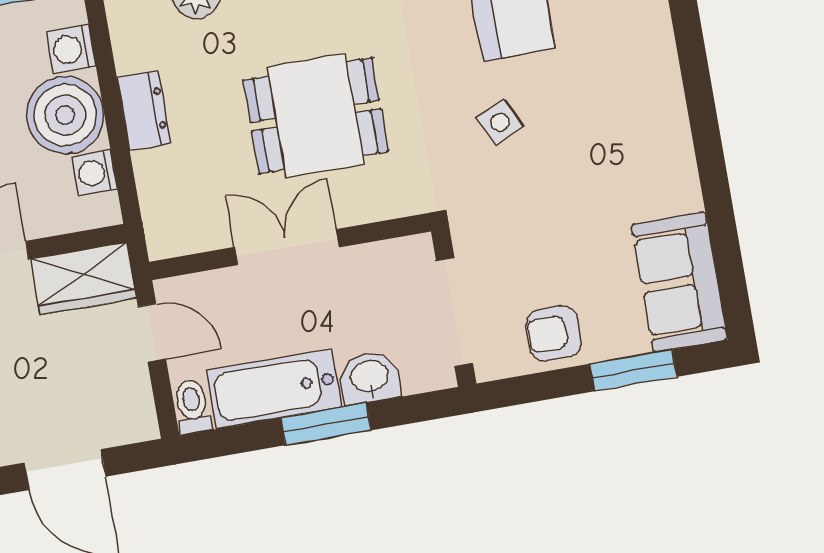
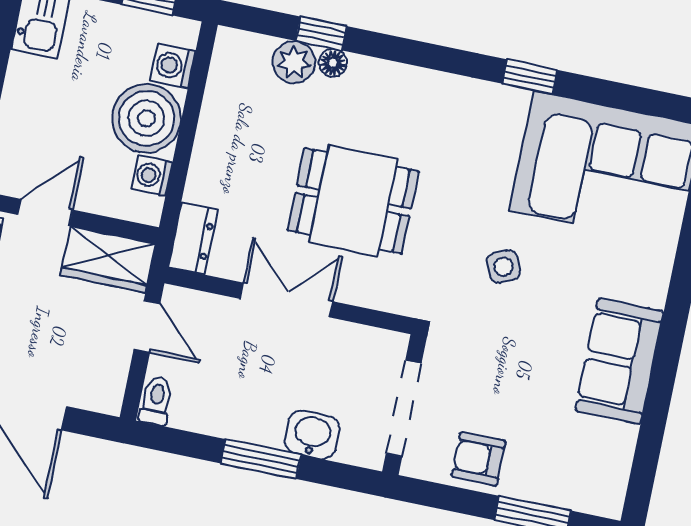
dresser: (144, 111) -> (193, 238), moved
sofa: (679, 282) -> (619, 361), moved
bathtub: (274, 389) -> (229, 413), removed

